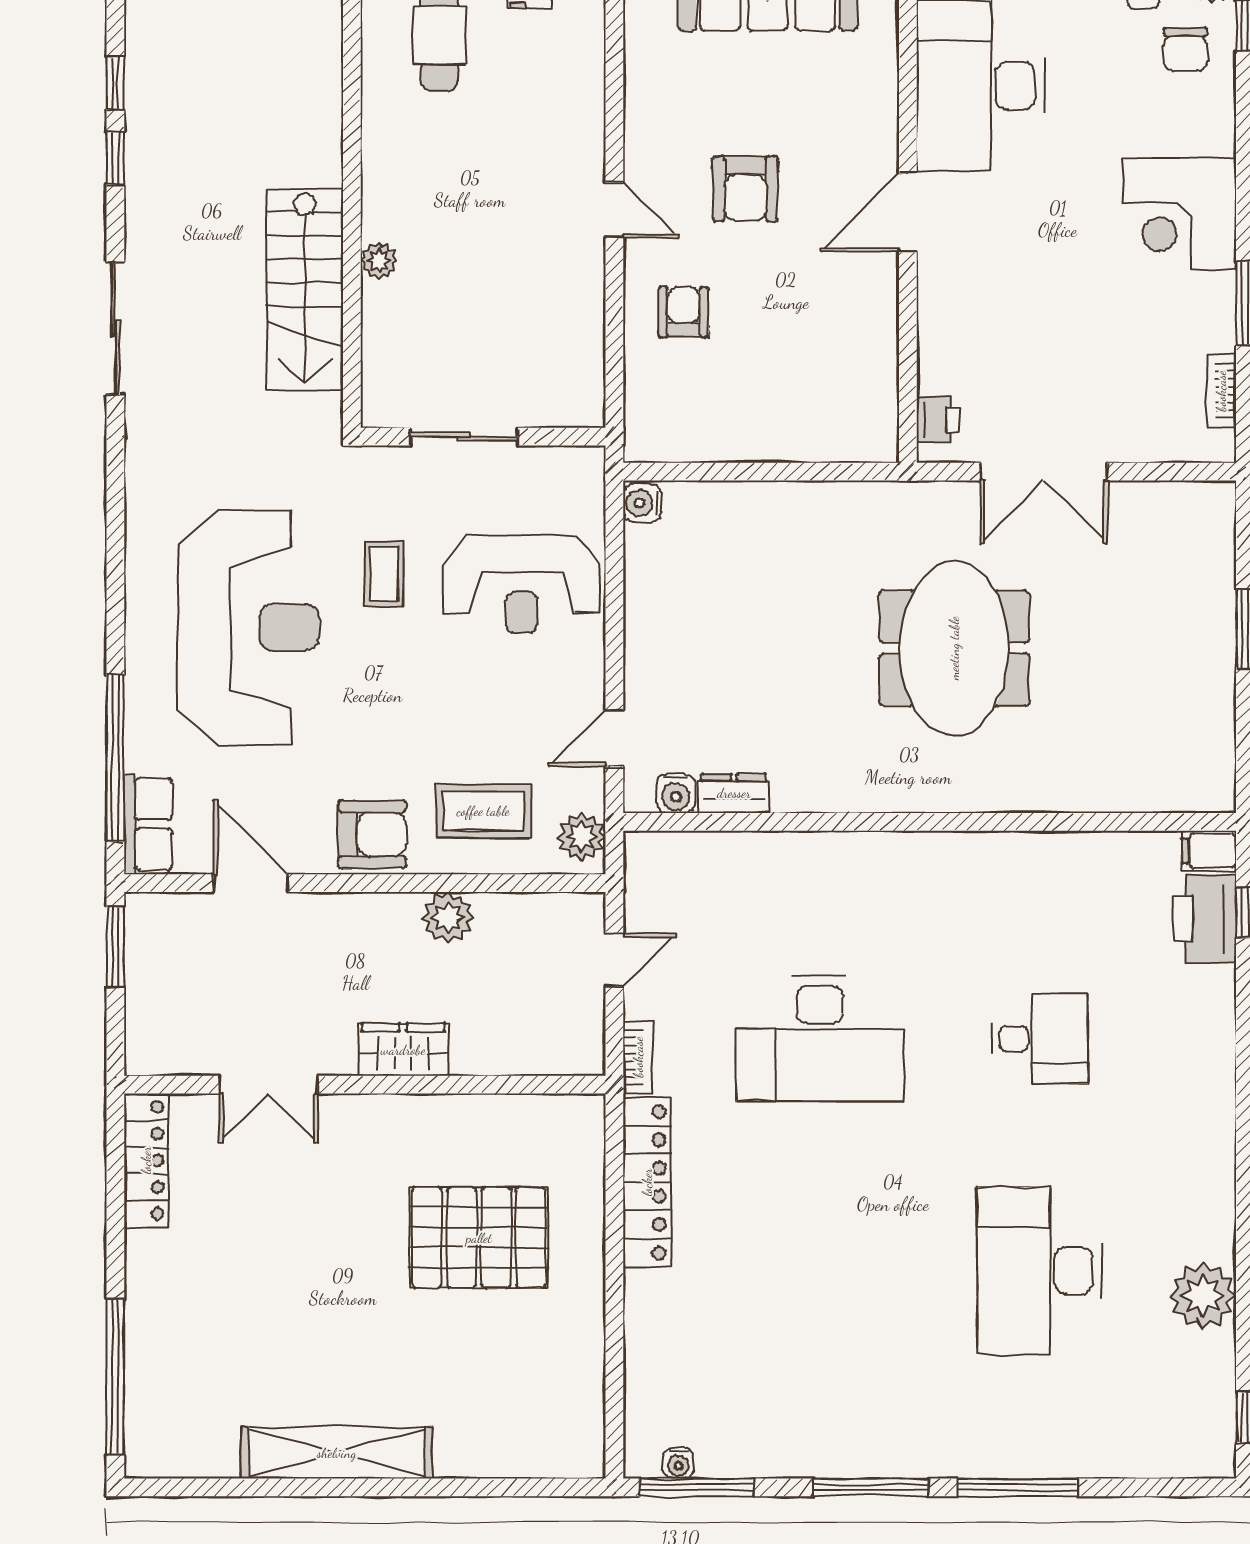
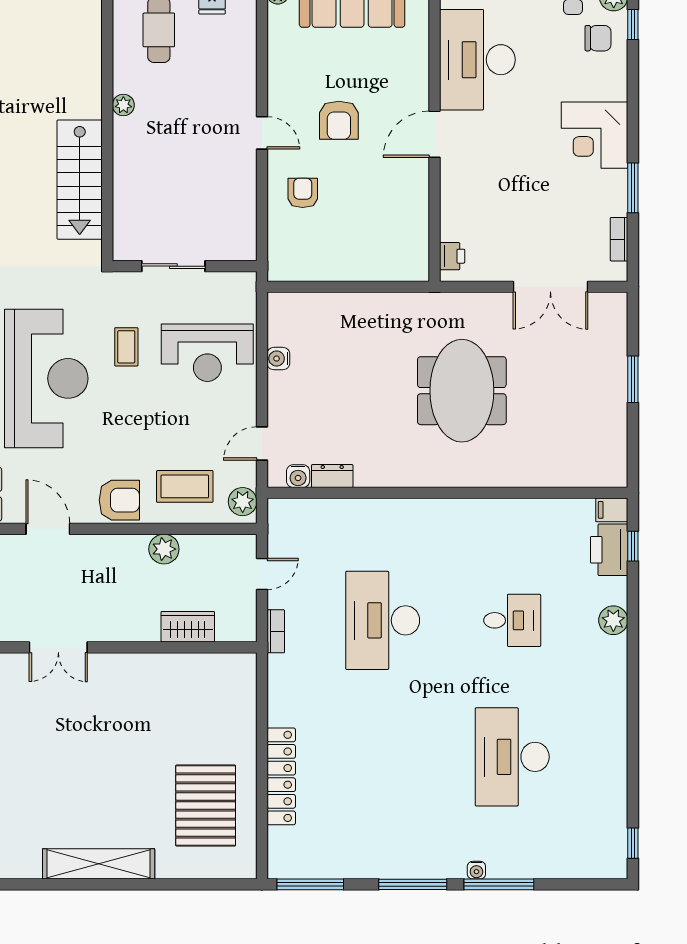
chair: (1186, 49) -> (598, 38), turned -90
plant: (379, 260) -> (123, 105), moved
double door: (1044, 472) -> (550, 287), moved
water cooler: (642, 503) -> (278, 359), moved
desk: (820, 1039) -> (383, 620), turned 90
wardrobe: (403, 1050) -> (188, 627), moved
locker: (647, 1182) -> (281, 776), moved
pallet: (479, 1238) -> (206, 806), moved, turned 90
plant: (1203, 1296) -> (613, 620), moved, width x0.73, depth x0.73
water cooler: (678, 1463) -> (476, 870), moved

